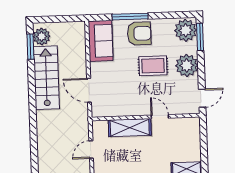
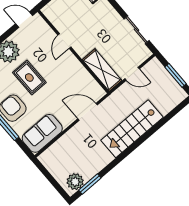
stairs: (46, 78) -> (132, 129), moved
door: (89, 90) -> (88, 112), swing flipped
shelving: (130, 128) -> (102, 70), moved

